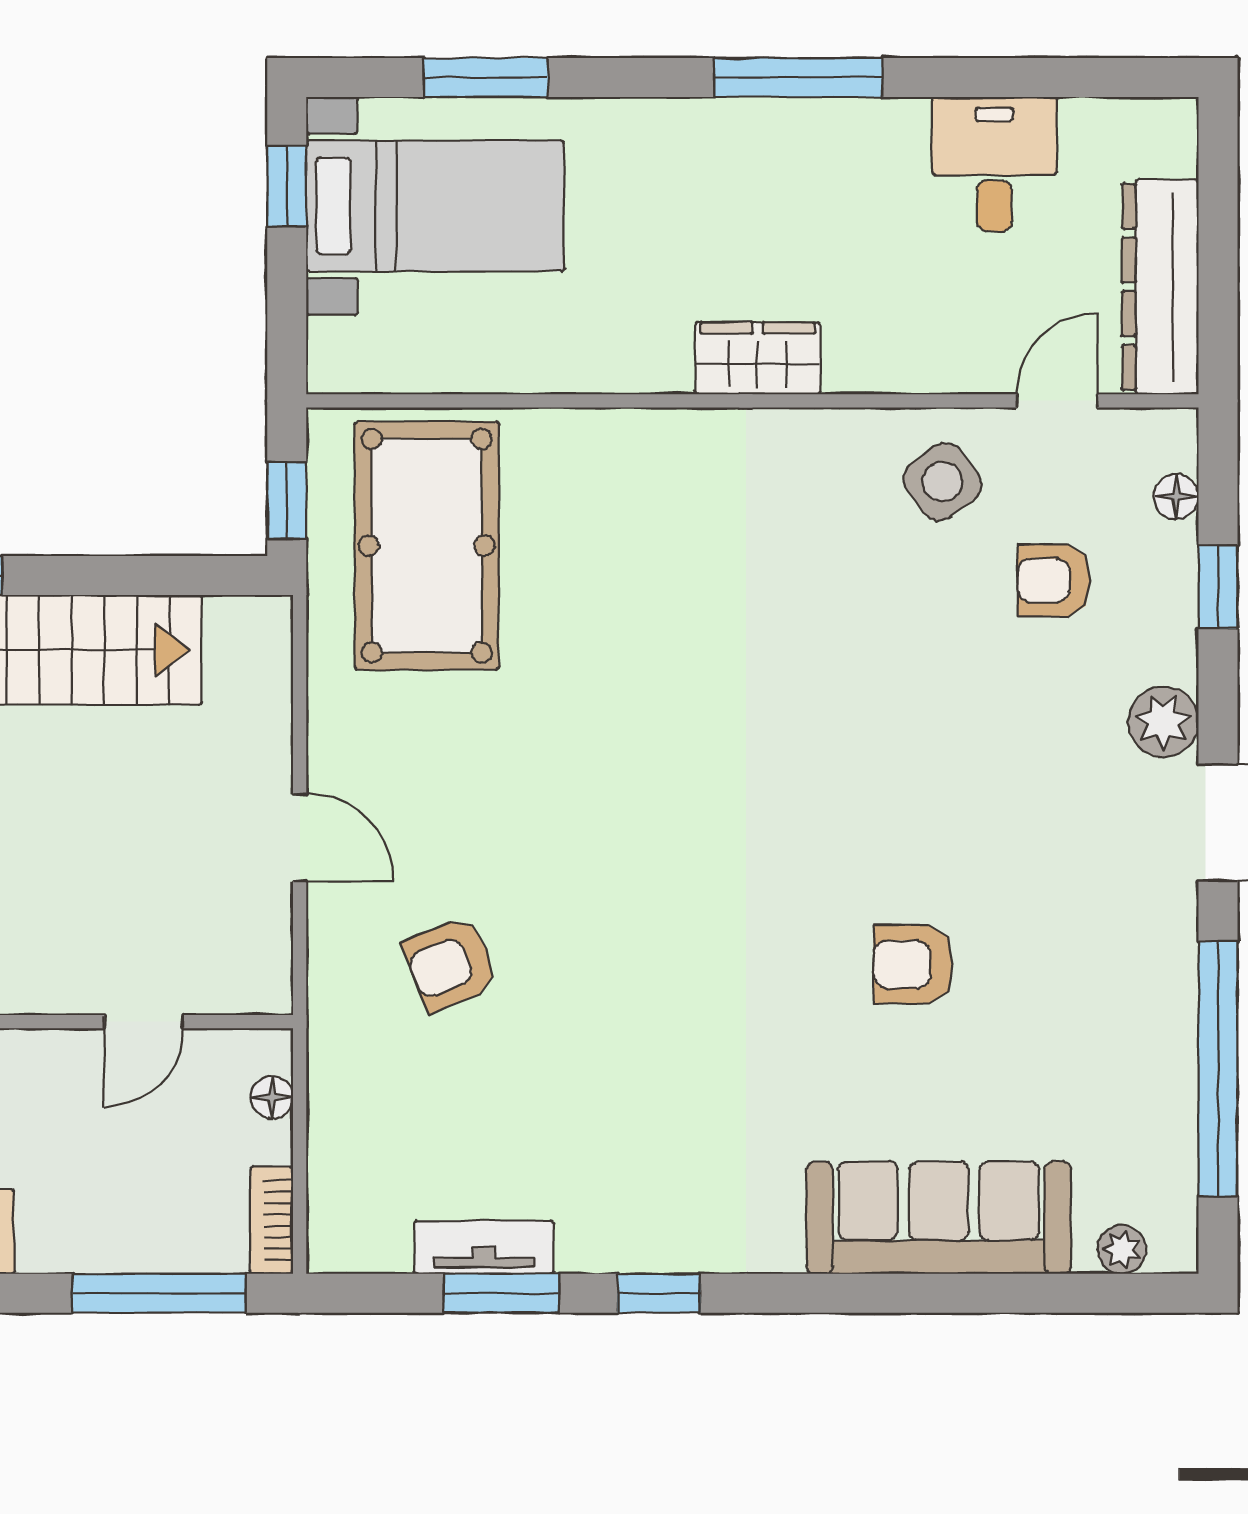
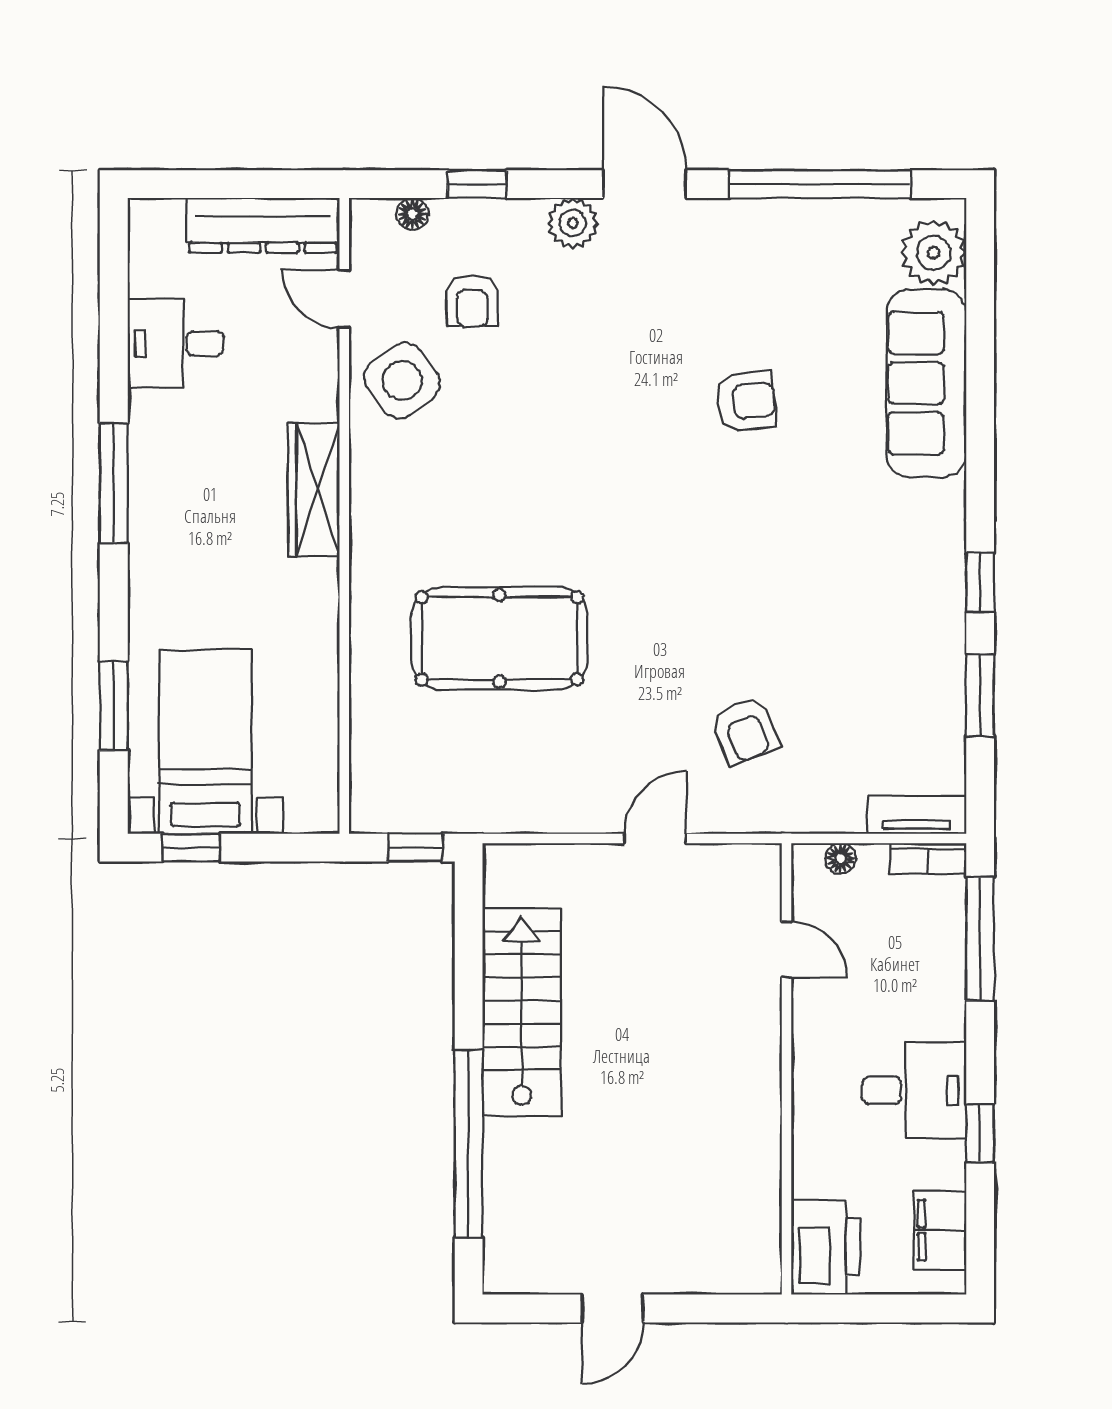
wardrobe: (758, 358) -> (314, 490), width x1.50
side table: (942, 482) -> (402, 381), width x1.37, depth x1.37
pool table: (427, 546) -> (499, 638), moved
armchair: (913, 964) -> (746, 401), turned -96
tv unit: (484, 1247) -> (917, 815), moved, turned 90
plant: (1122, 1249) -> (934, 253), width x1.87, depth x1.87

